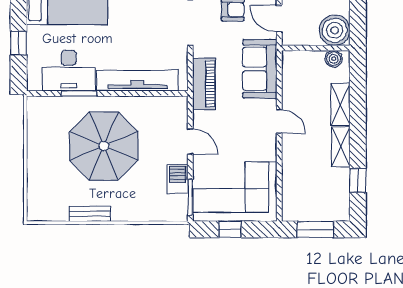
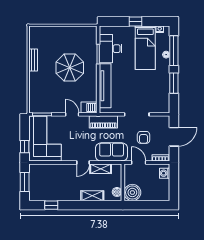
door: (279, 19) -> (139, 162), hinge flipped
window: (19, 43) -> (135, 22), moved
door: (190, 142) -> (72, 114), swing flipped
parasol: (104, 146) -> (70, 68), width x0.73, depth x0.73
shelving: (341, 147) -> (101, 169), moved
barbecue: (178, 179) -> (89, 107), moved
window: (230, 229) -> (25, 147), moved

